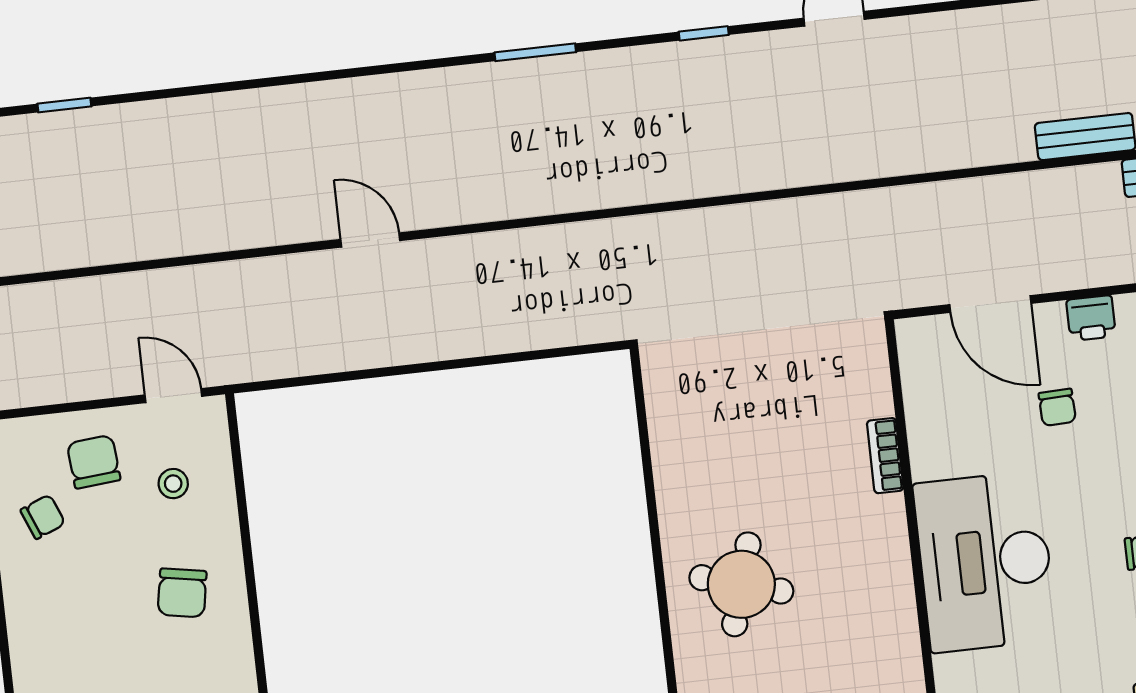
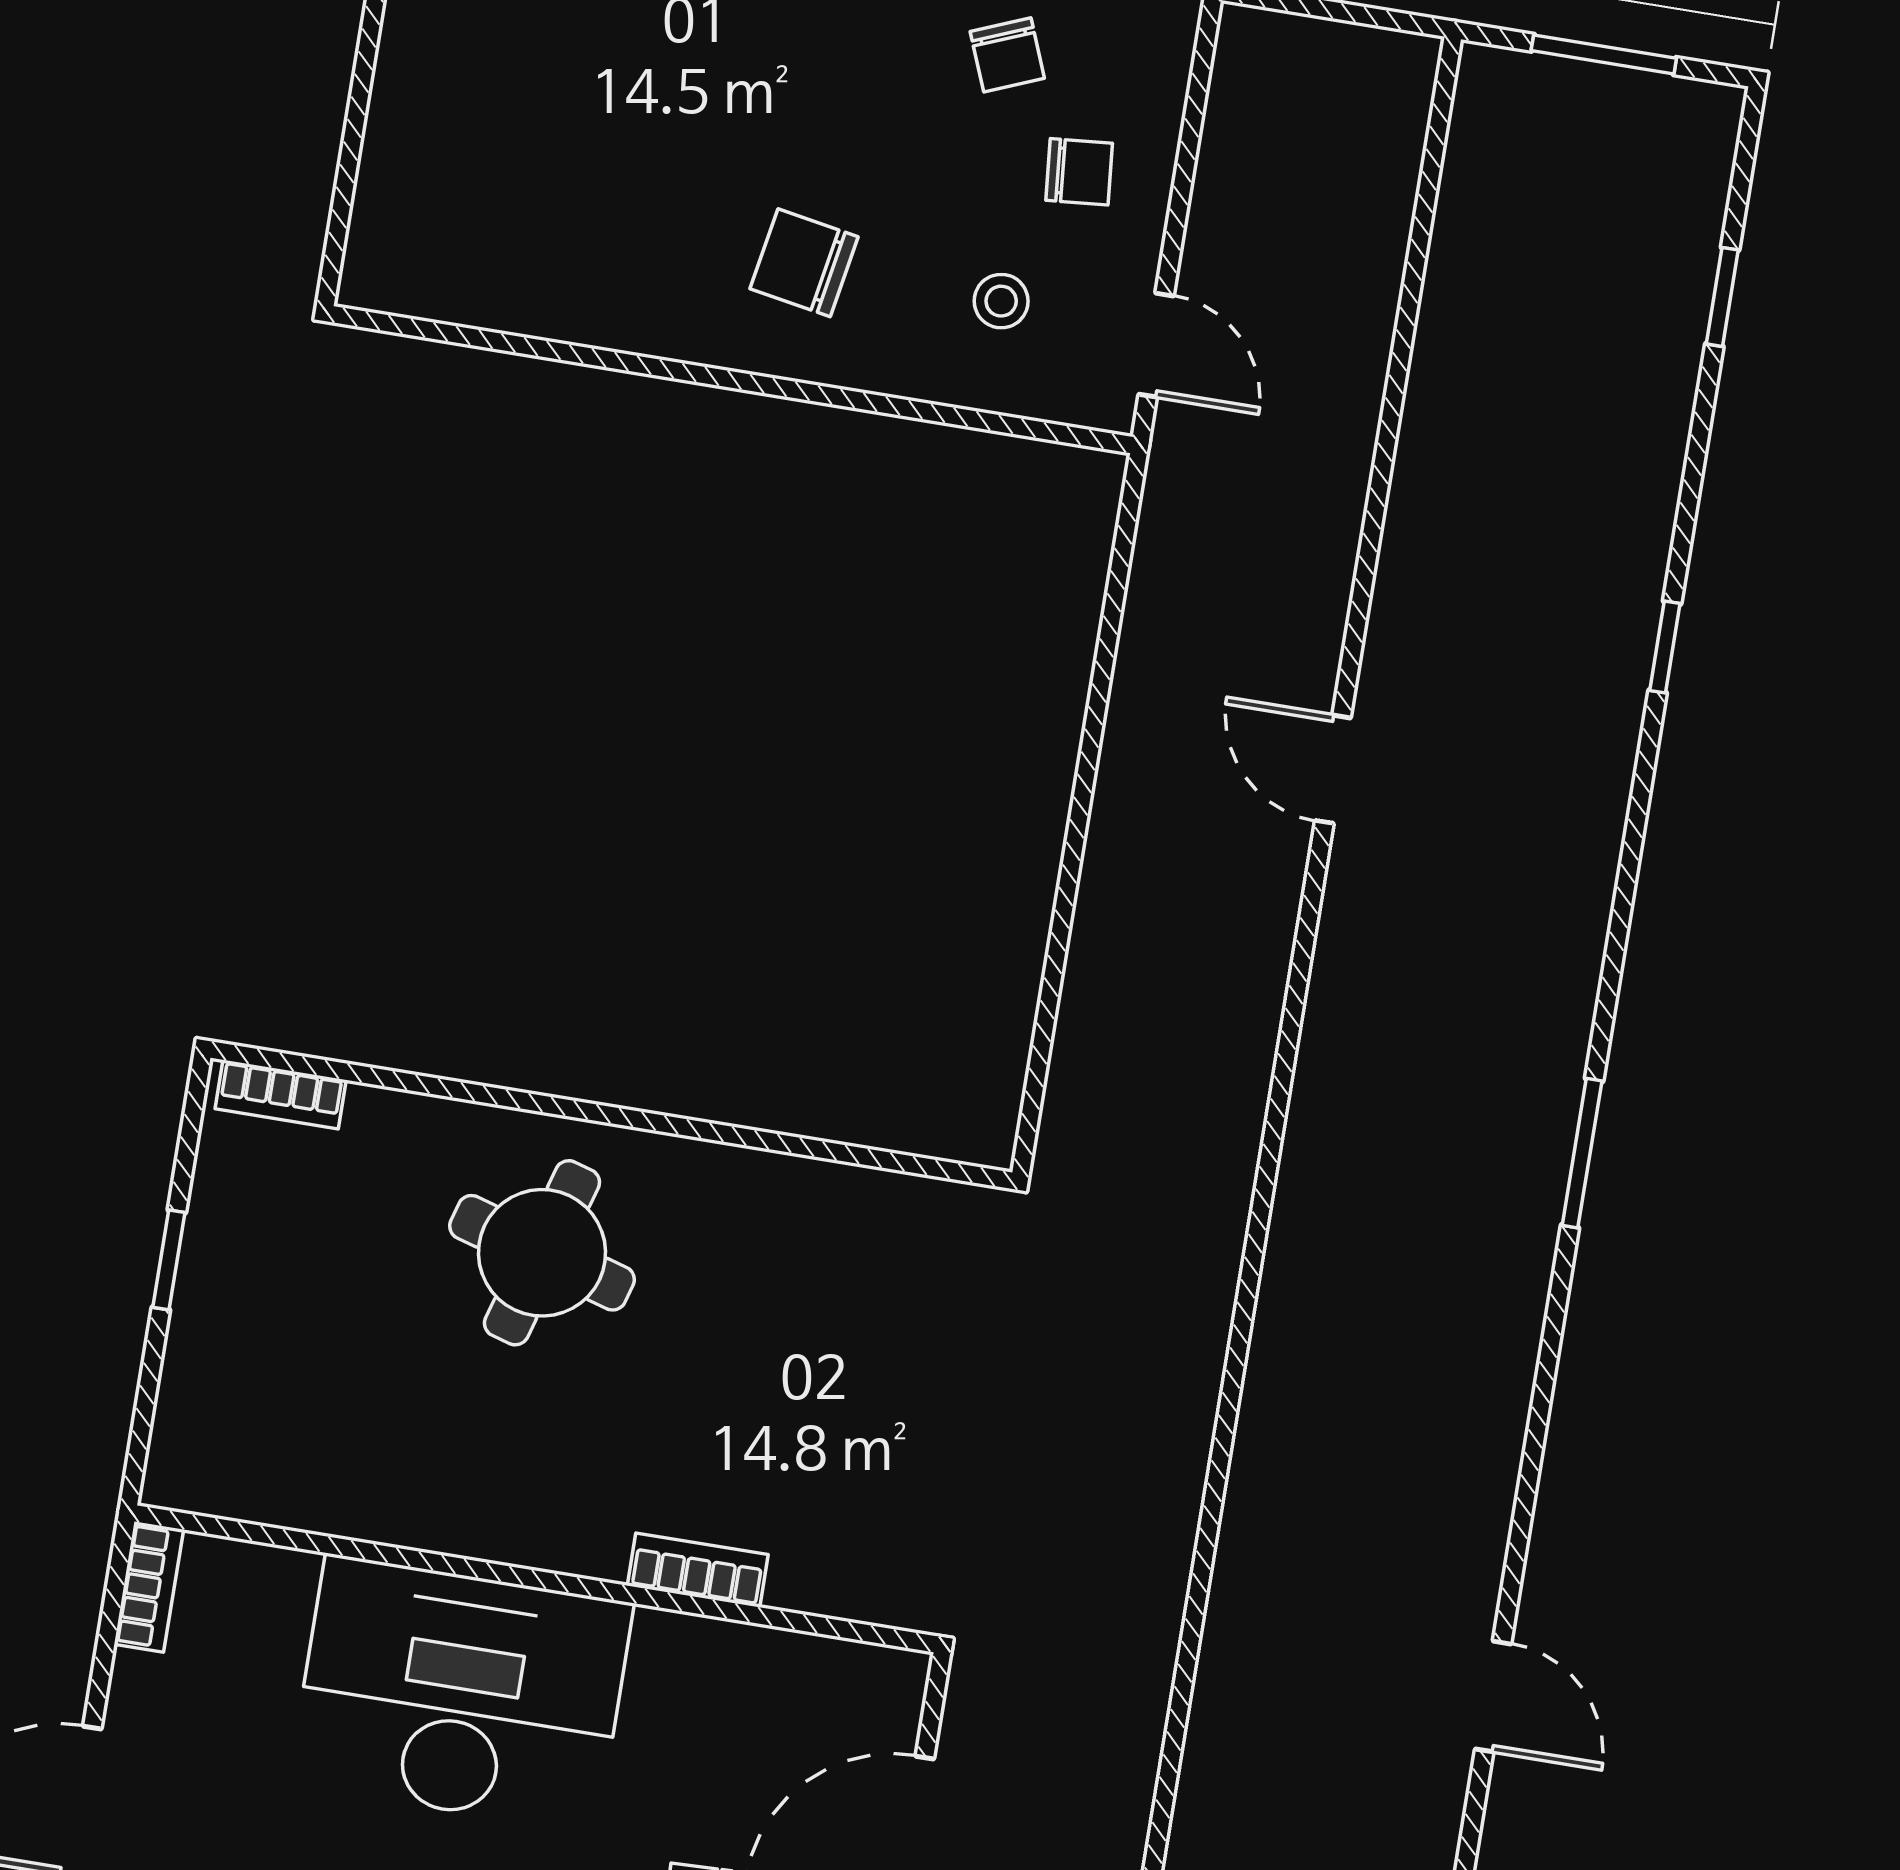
window: (704, 33) -> (1665, 647), moved
door: (370, 240) -> (1333, 769), swing flipped
door: (173, 396) -> (1156, 345), hinge flipped
chair: (94, 462) -> (1079, 172), width x0.73, depth x0.73

